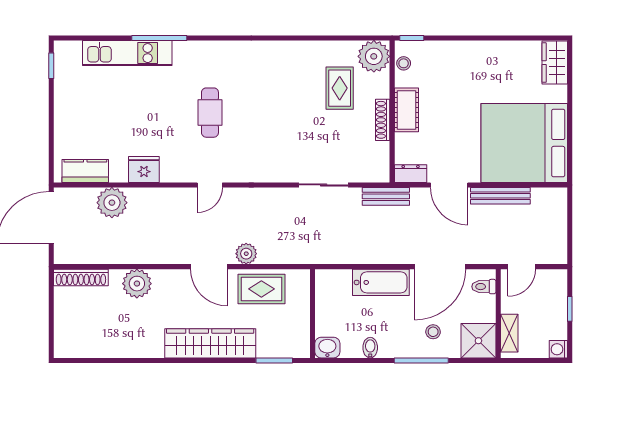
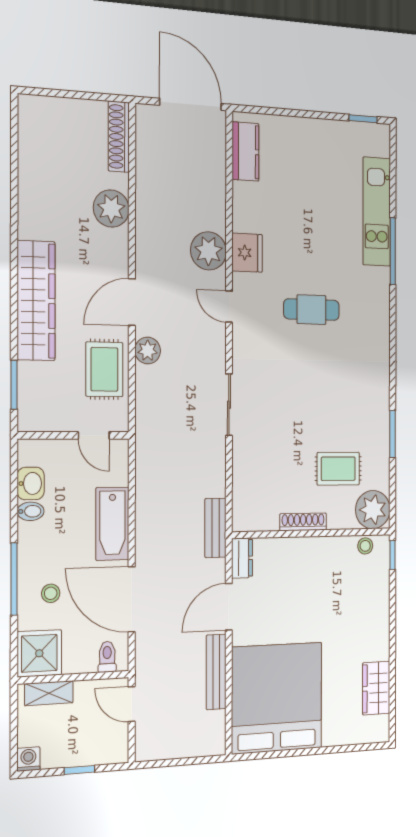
window: (311, 38) -> (393, 434), added
wardrobe: (555, 63) -> (376, 688), moved, turned -90
cot: (407, 110) -> (314, 551), removed
fridge: (144, 169) -> (247, 253), moved
sliding door: (324, 185) -> (229, 405), moved
plant: (112, 203) -> (208, 251), moved
door: (313, 298) -> (94, 435), added
washbasin: (327, 348) -> (31, 483), moved

